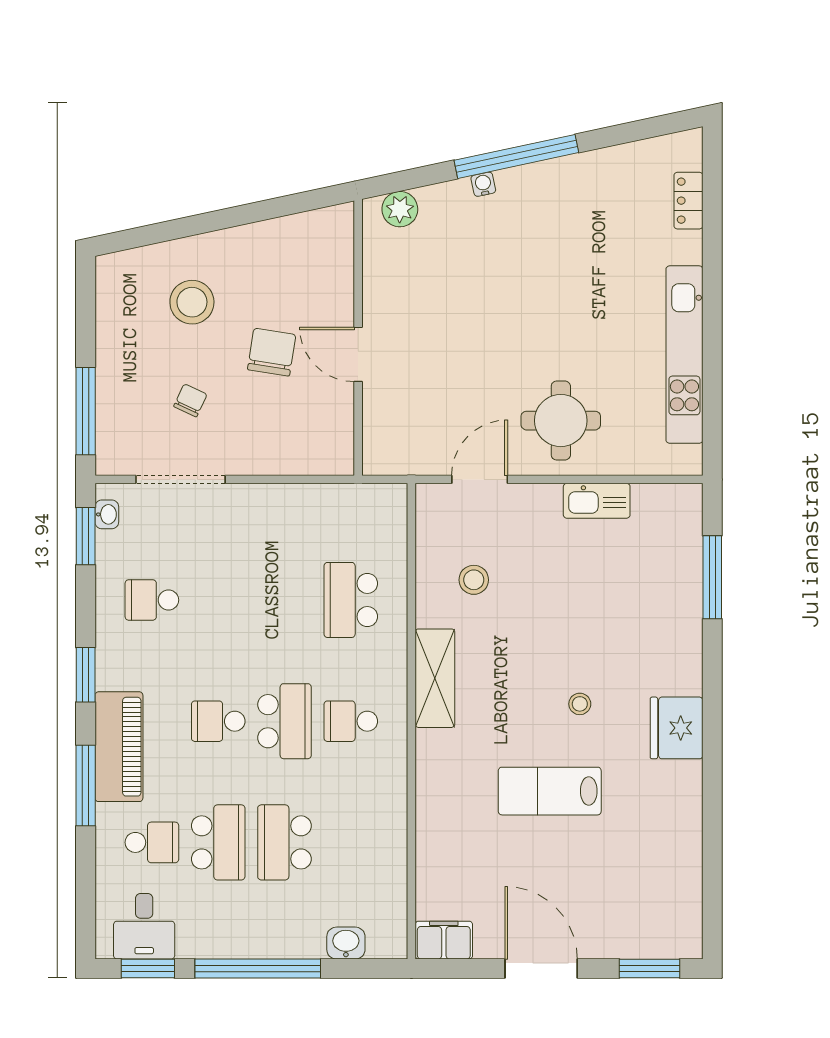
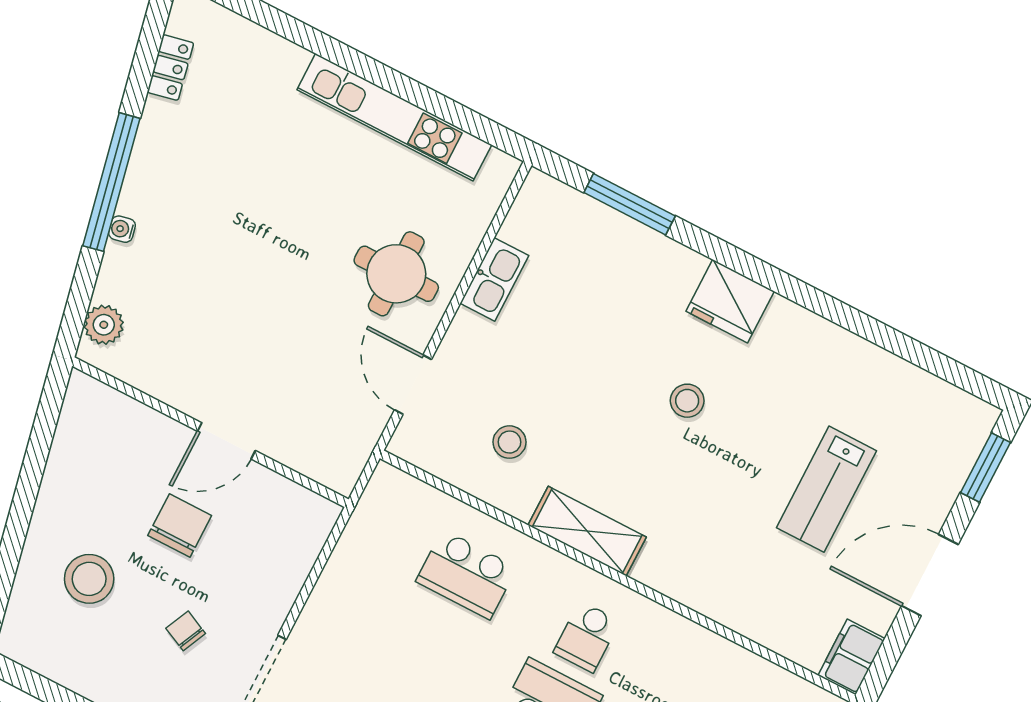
locker: (688, 201) -> (170, 68), moved, turned -102
chair: (272, 352) -> (180, 525), turned 81
stool: (580, 704) -> (687, 401), width x1.37, depth x1.37
fridge: (677, 728) -> (730, 301), moved
lab bench: (550, 791) -> (826, 489), moved

